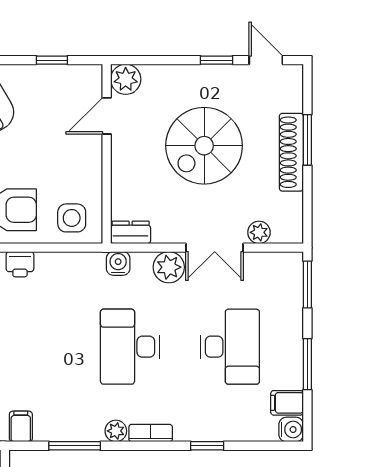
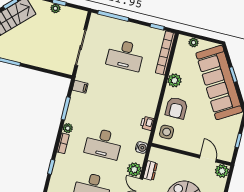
dresser: (131, 232) -> (150, 171), moved
printer: (20, 264) -> (147, 123), moved
desk: (130, 347) -> (103, 144), turned 180

